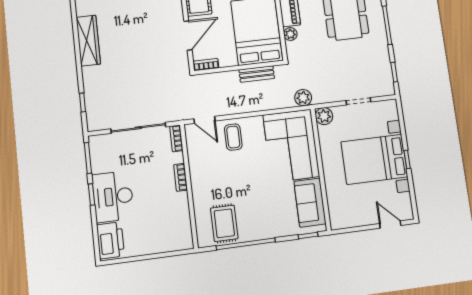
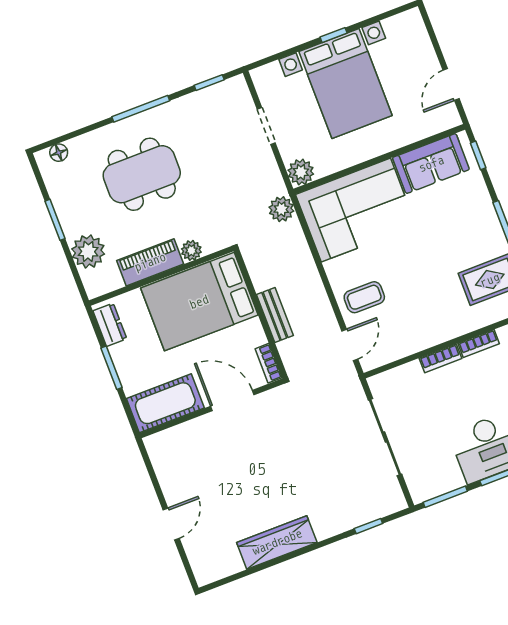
bench: (257, 74) -> (275, 315), moved
bookcase: (176, 138) -> (479, 344), moved
door: (390, 225) -> (451, 85), moved

